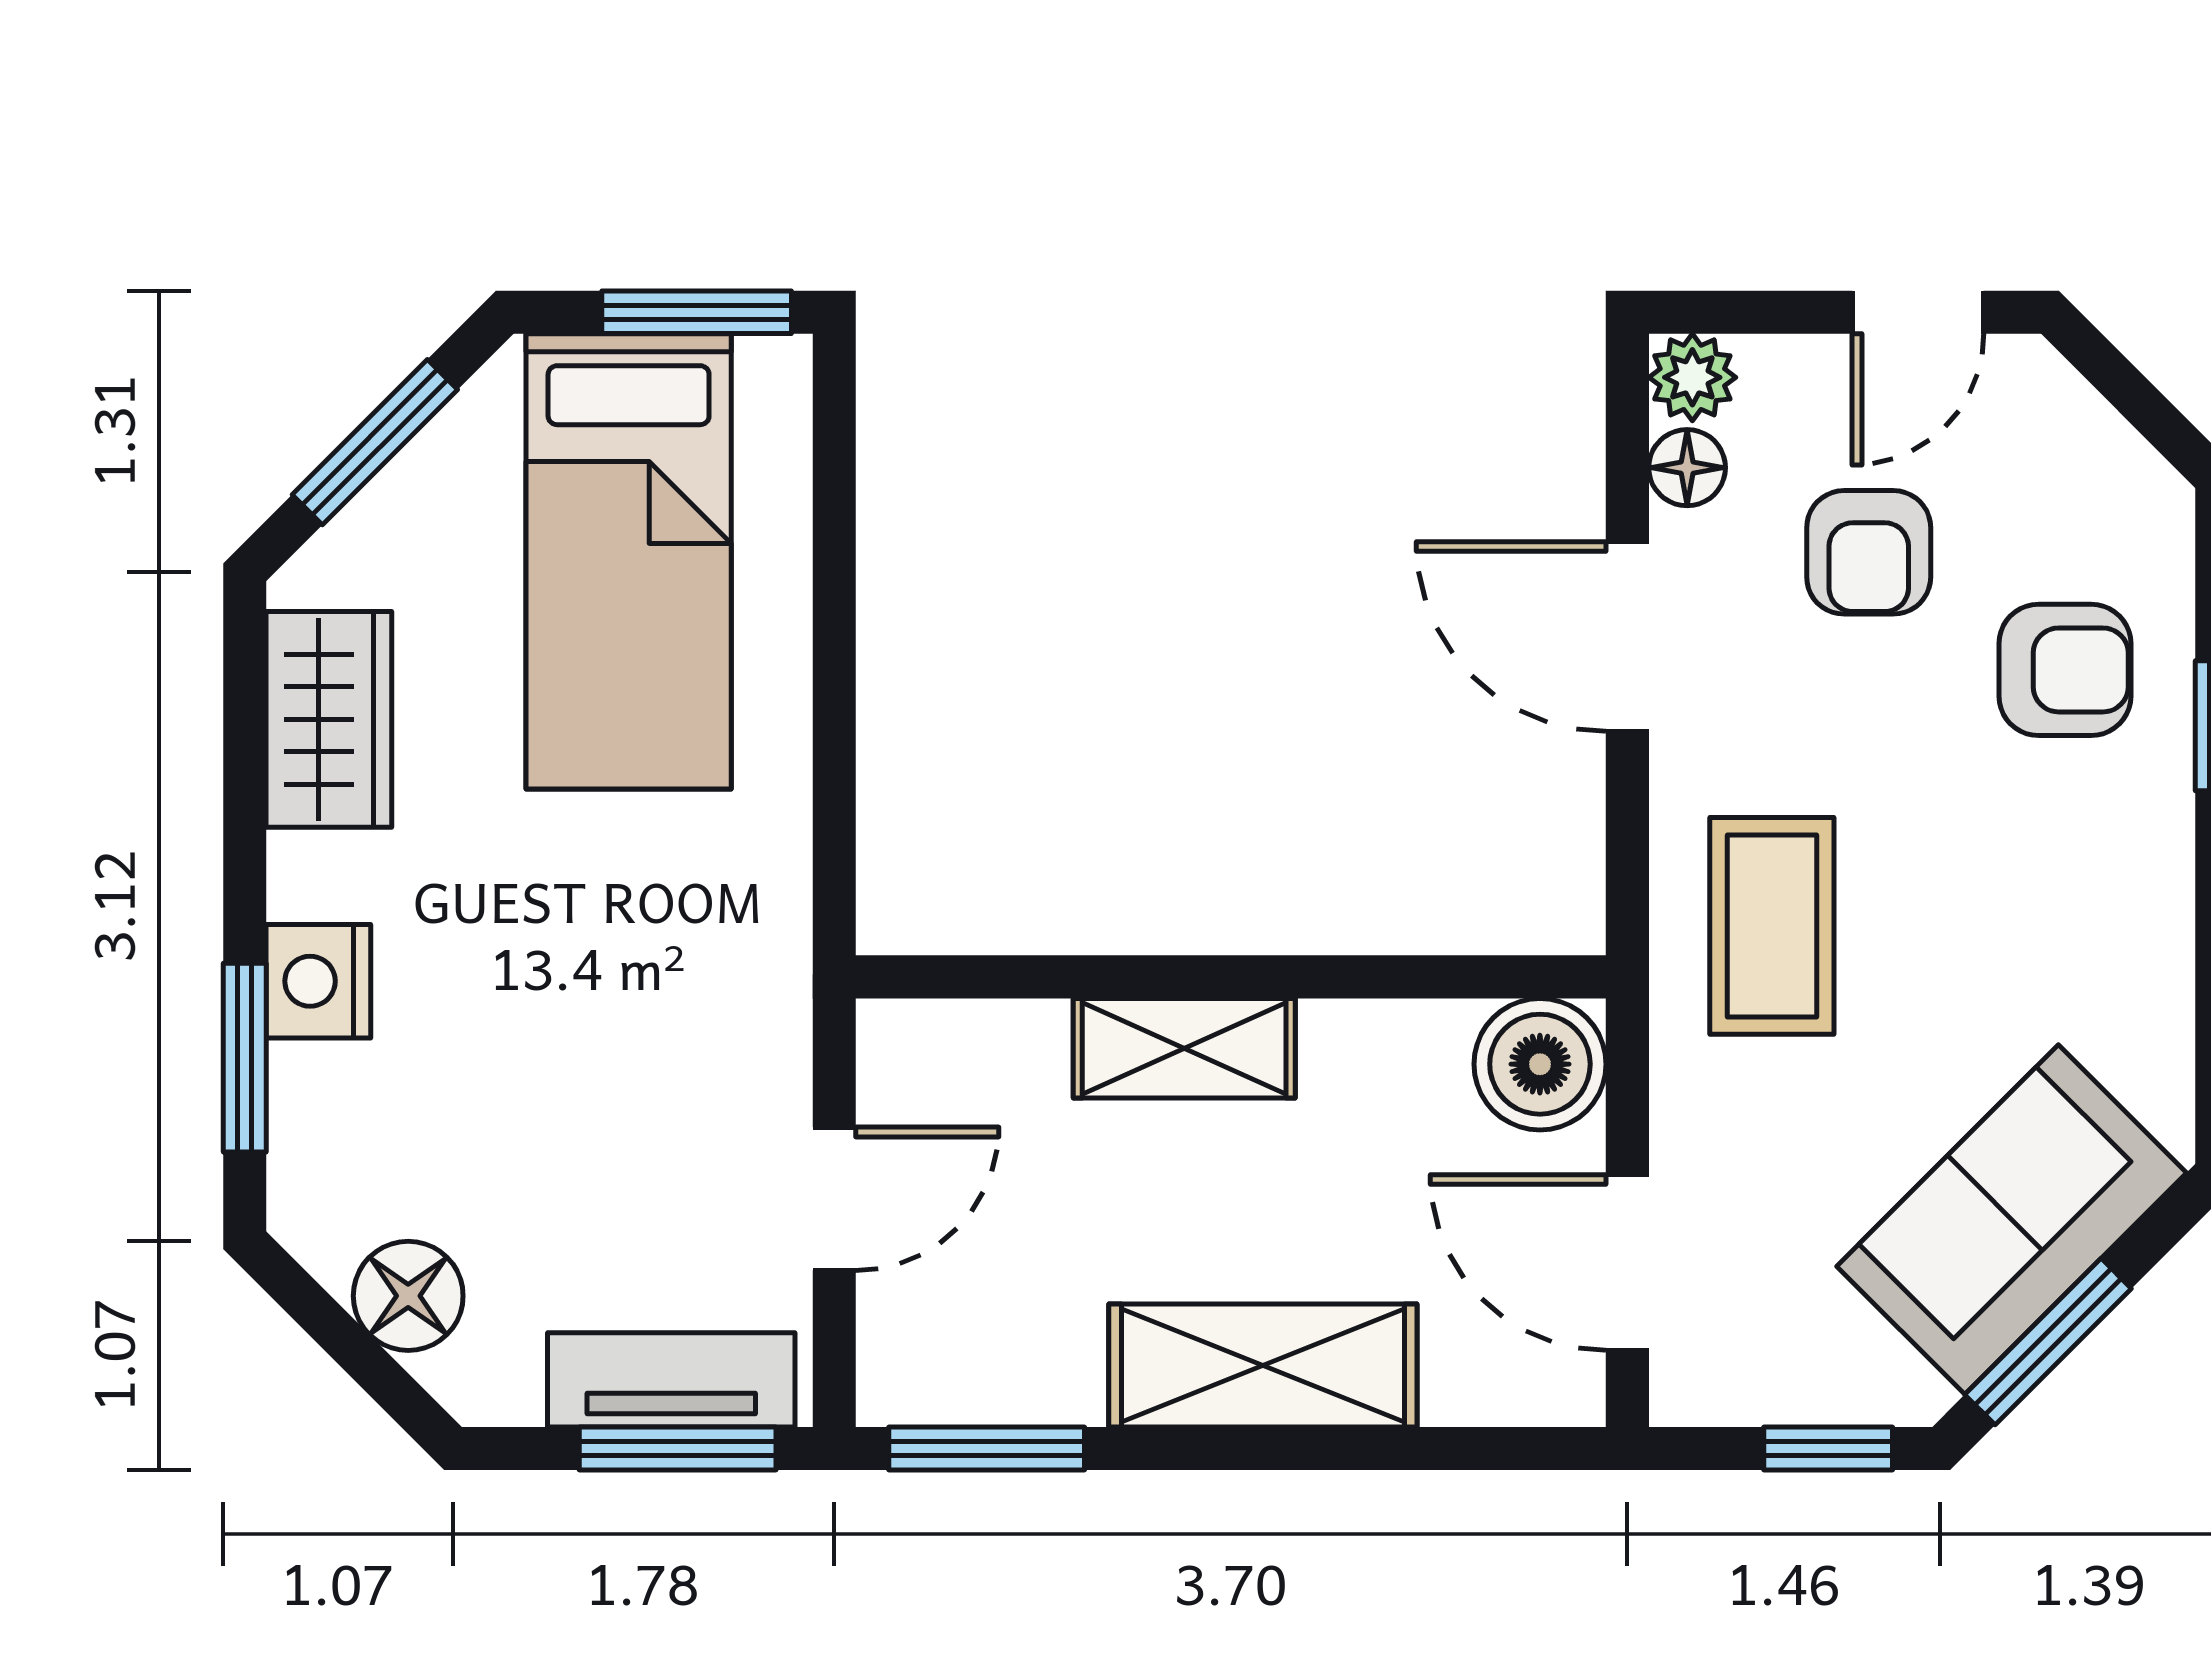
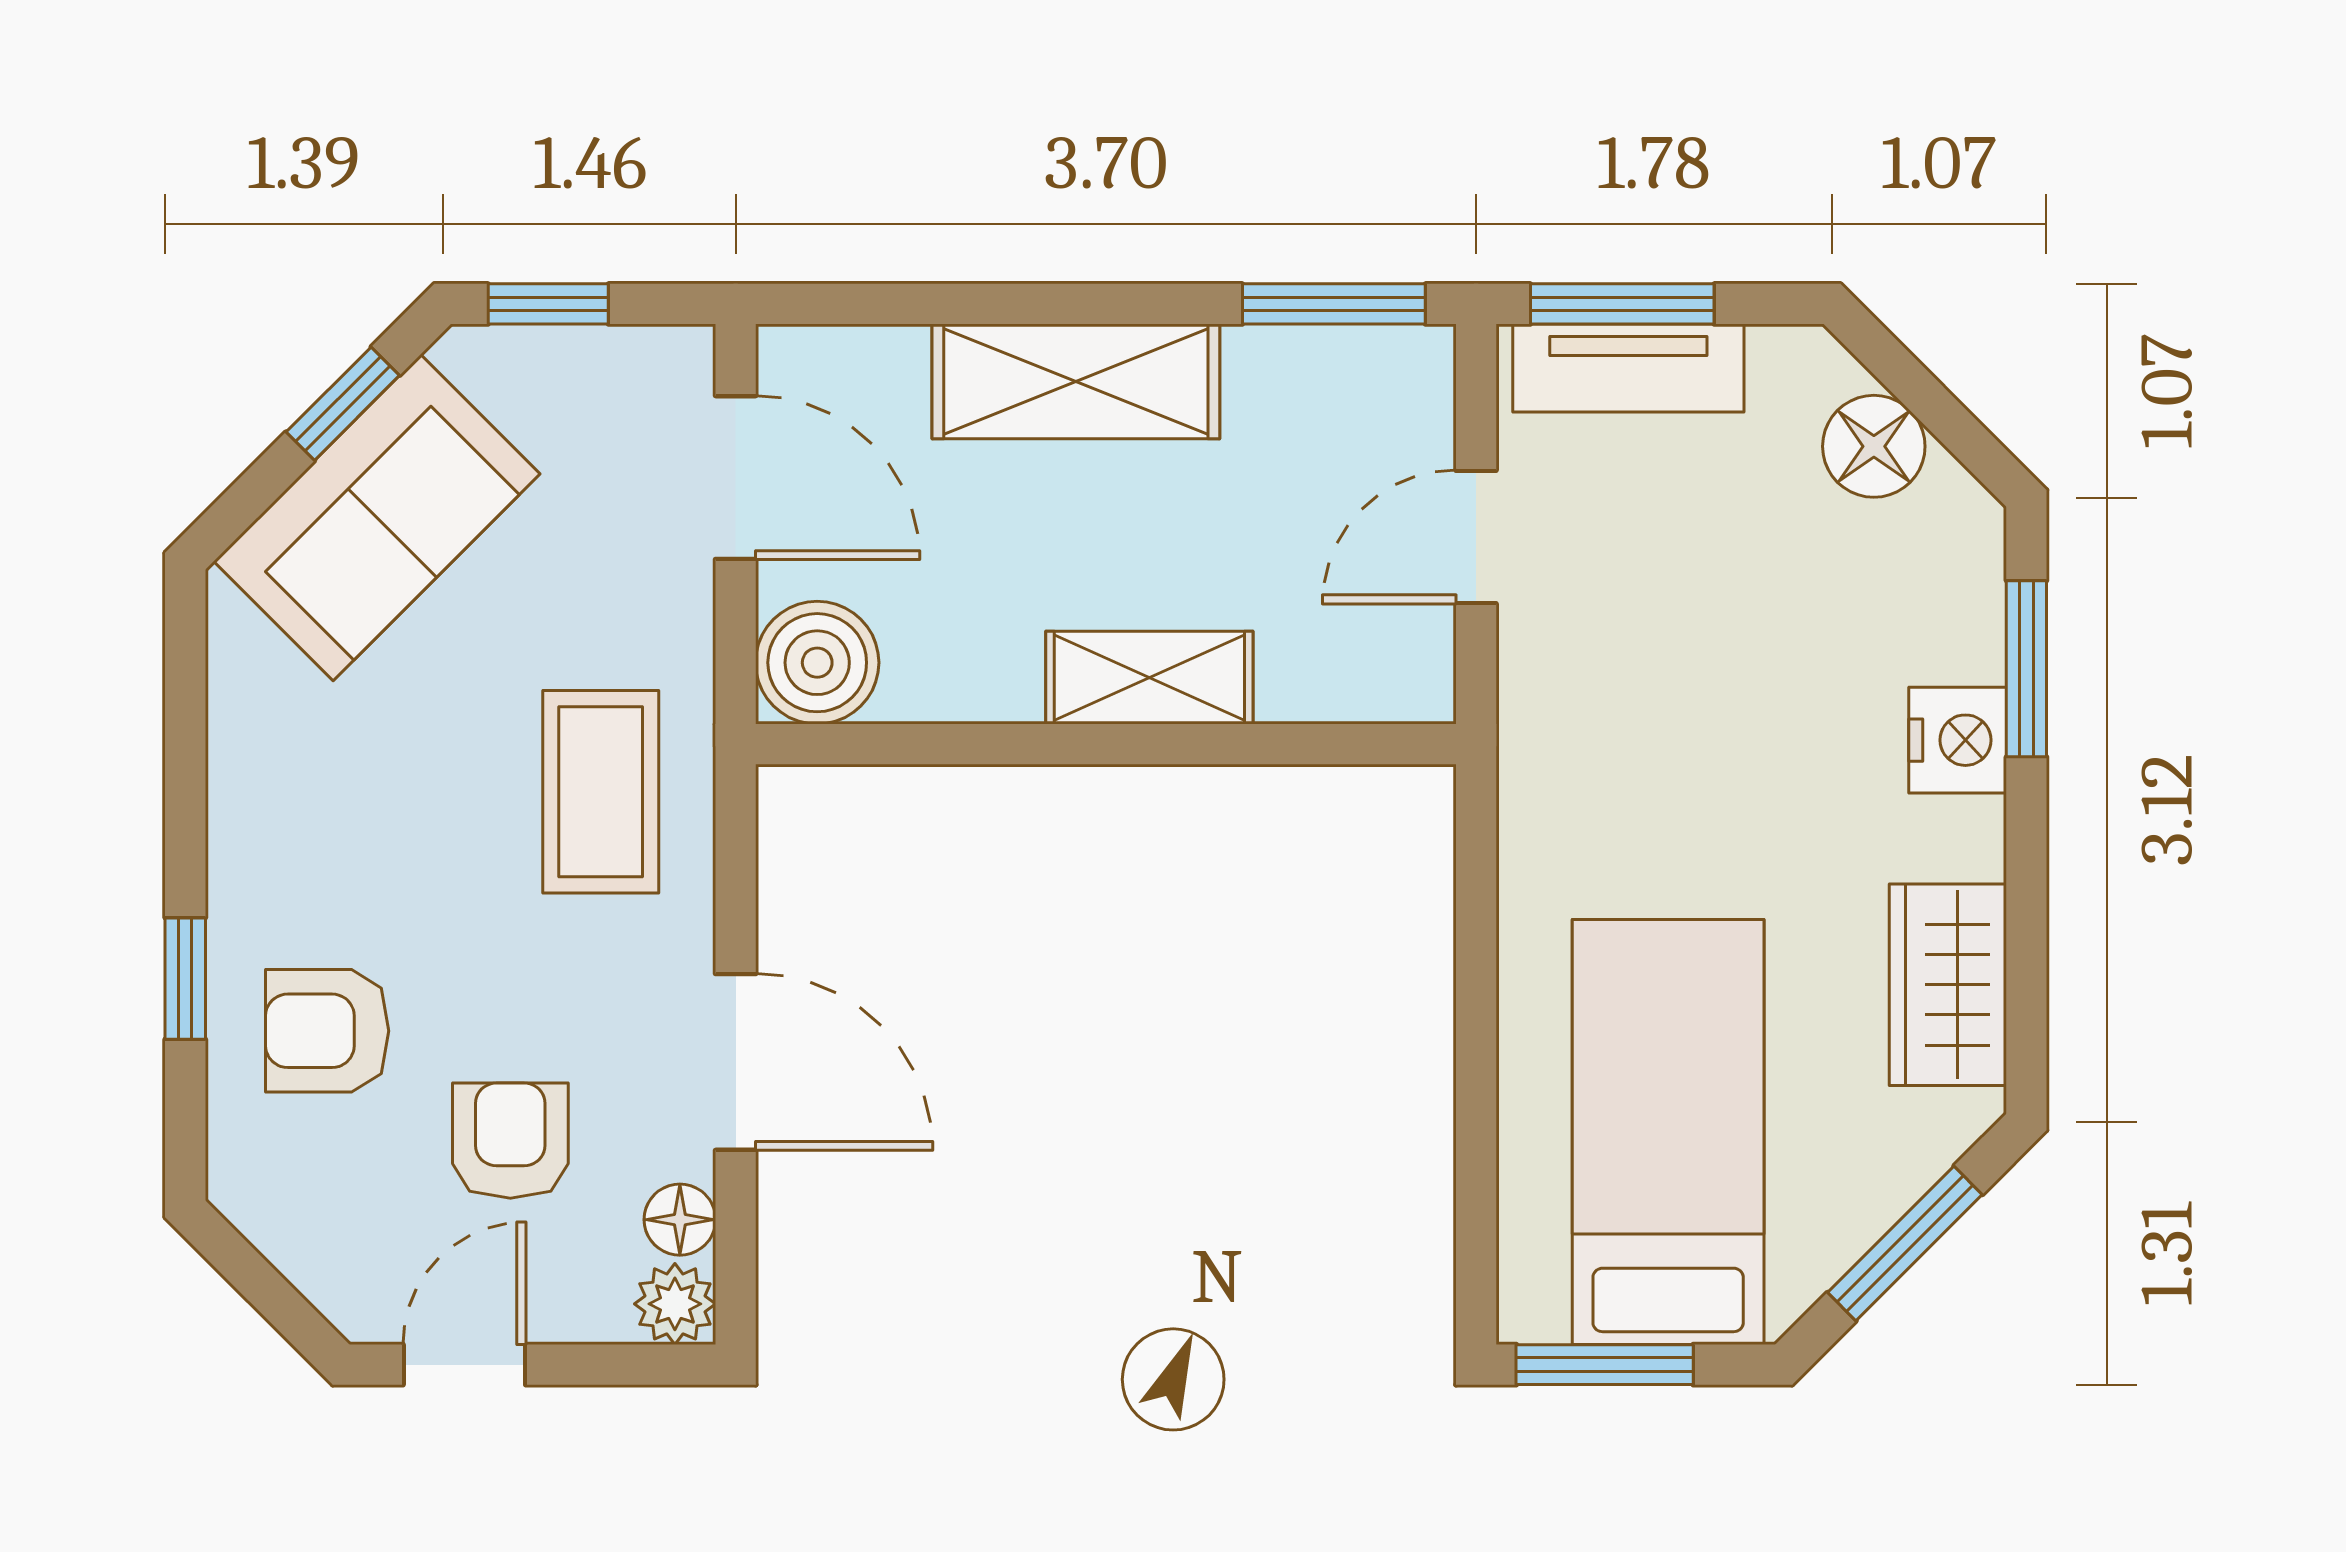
window: (2048, 1342) -> (343, 404), width x0.67

